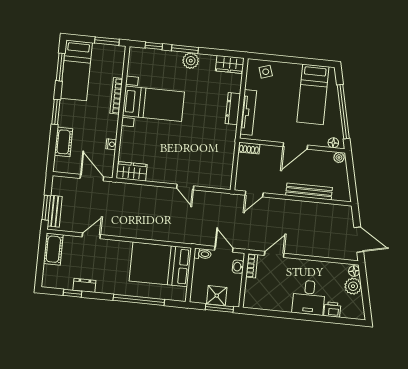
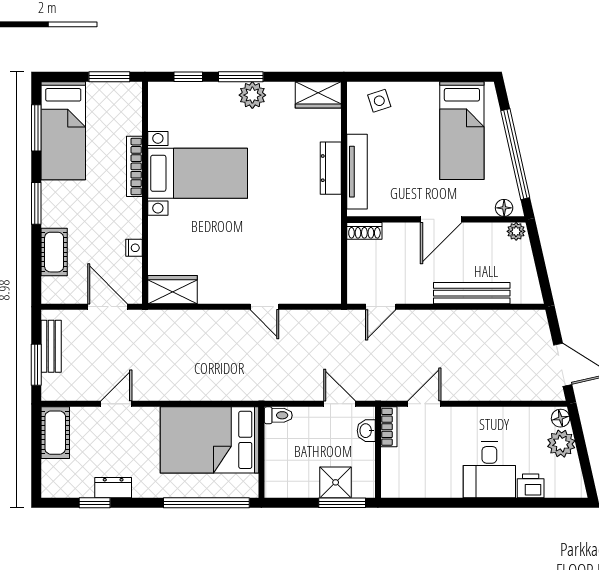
bench: (55, 211) -> (51, 346), moved
toilet: (203, 254) -> (278, 415), moved
bed: (160, 264) -> (209, 440), moved
wall: (190, 275) -> (261, 452), moved

